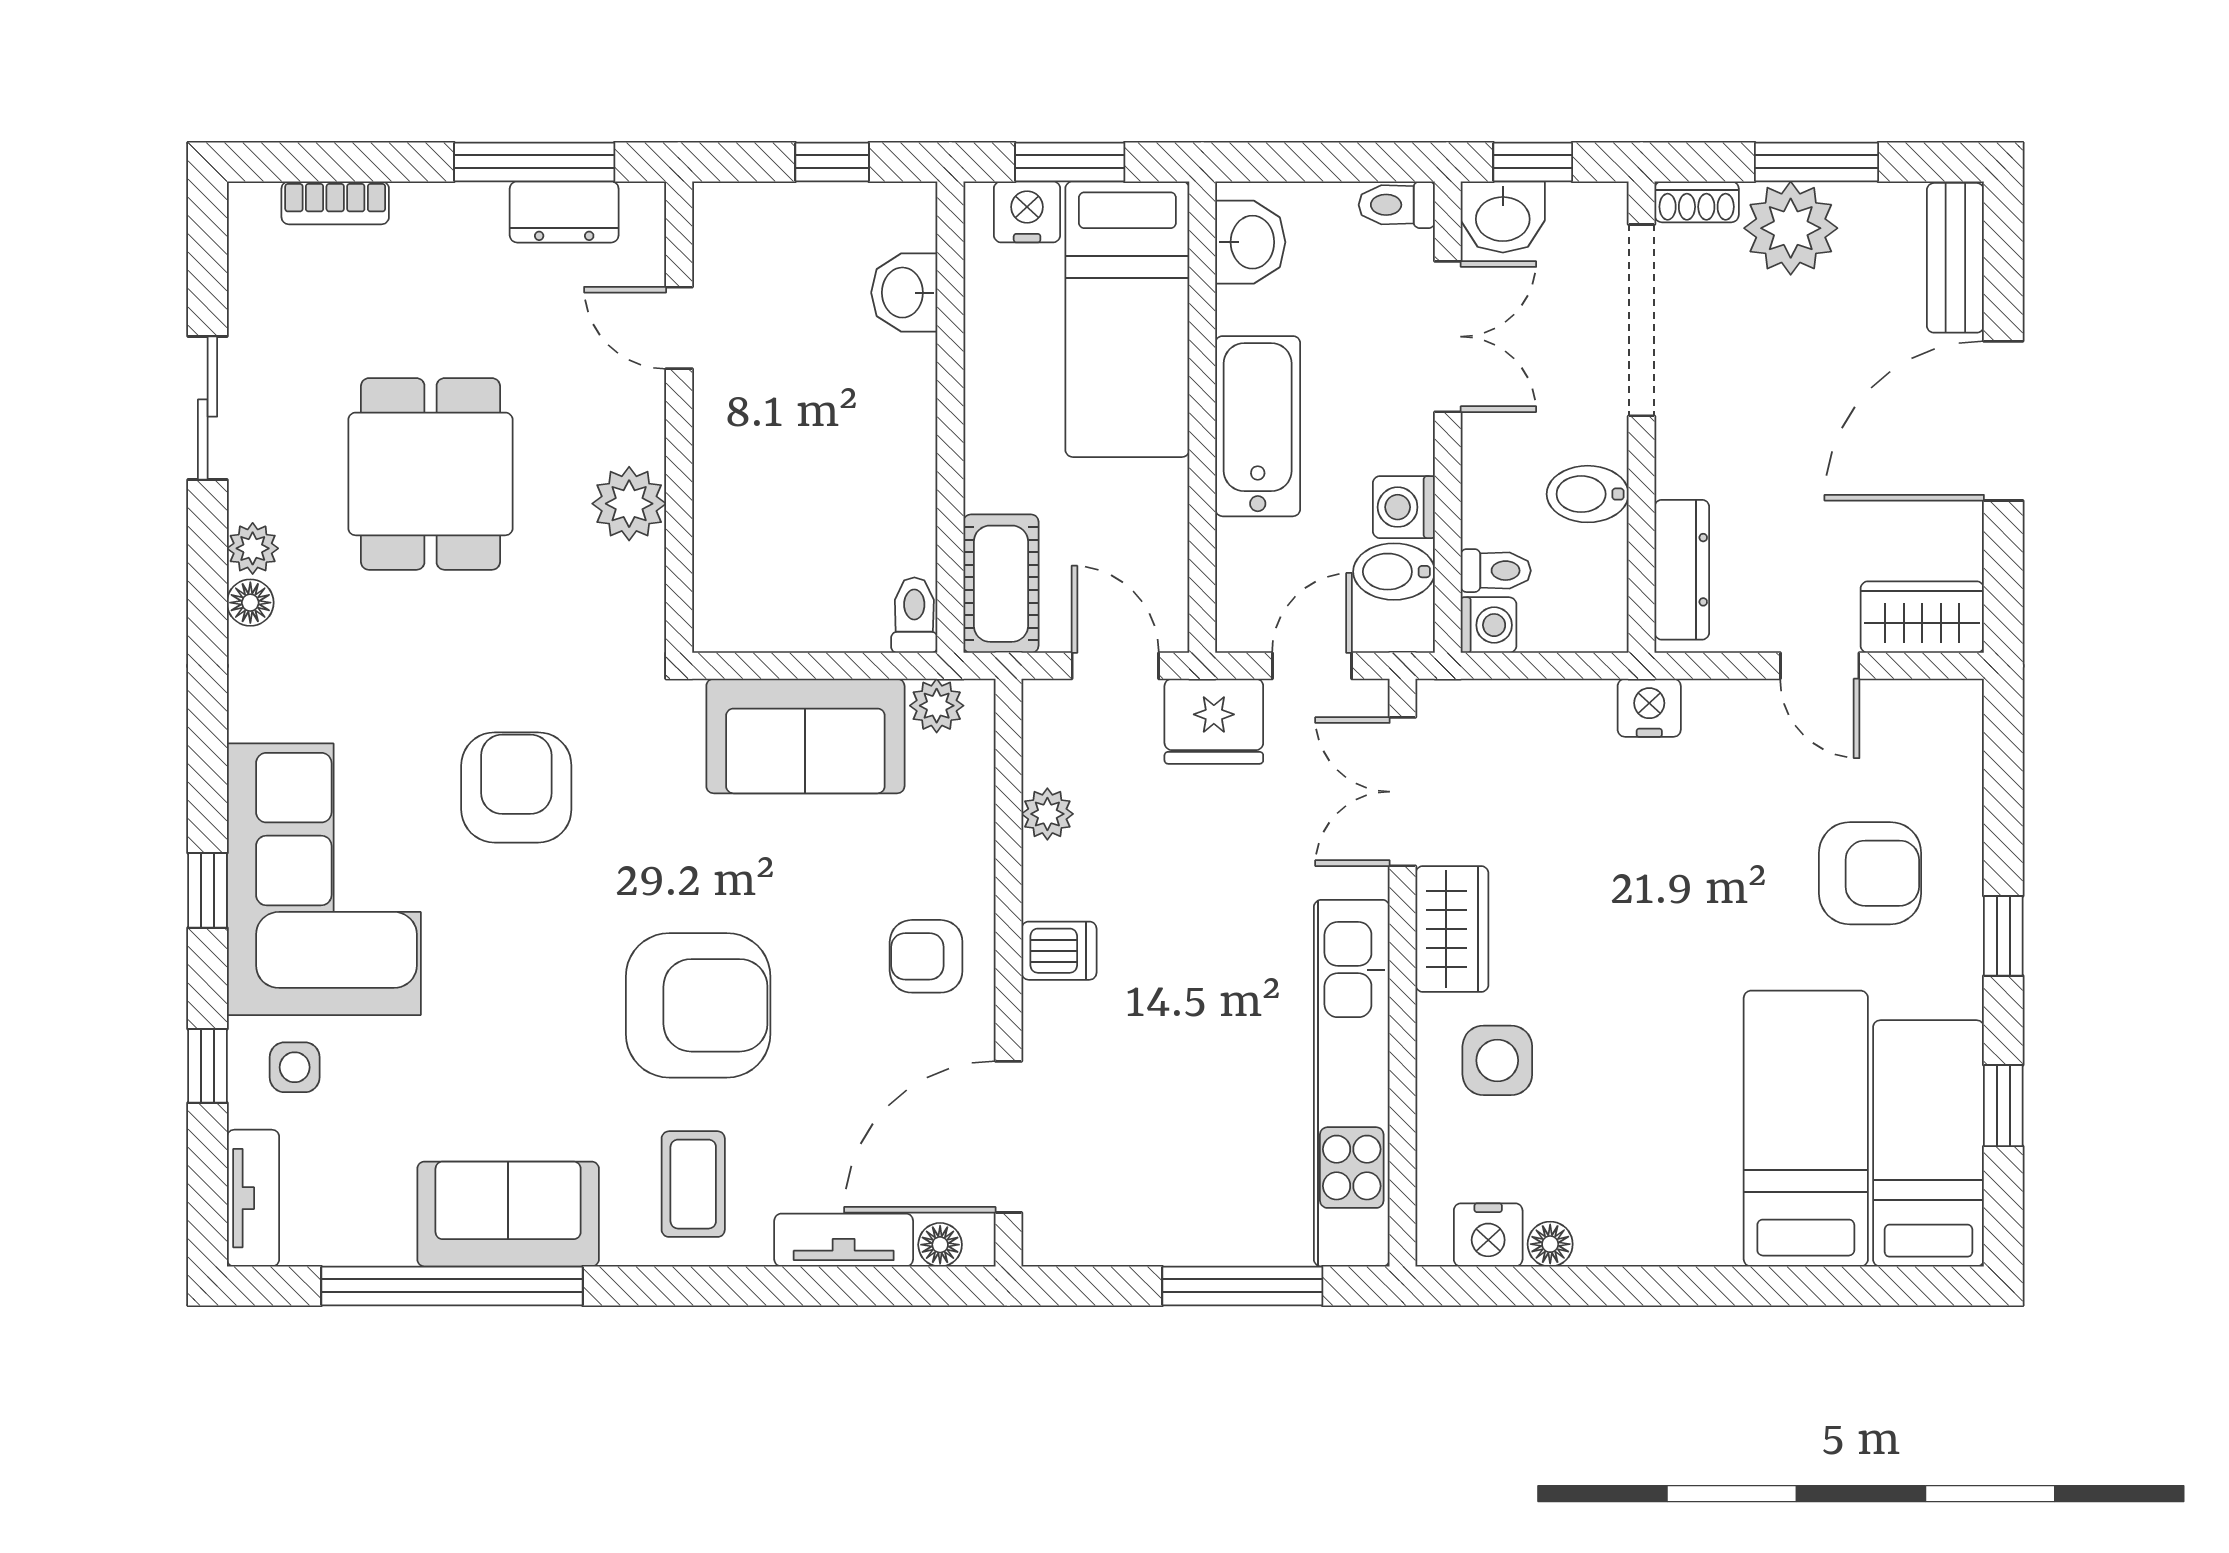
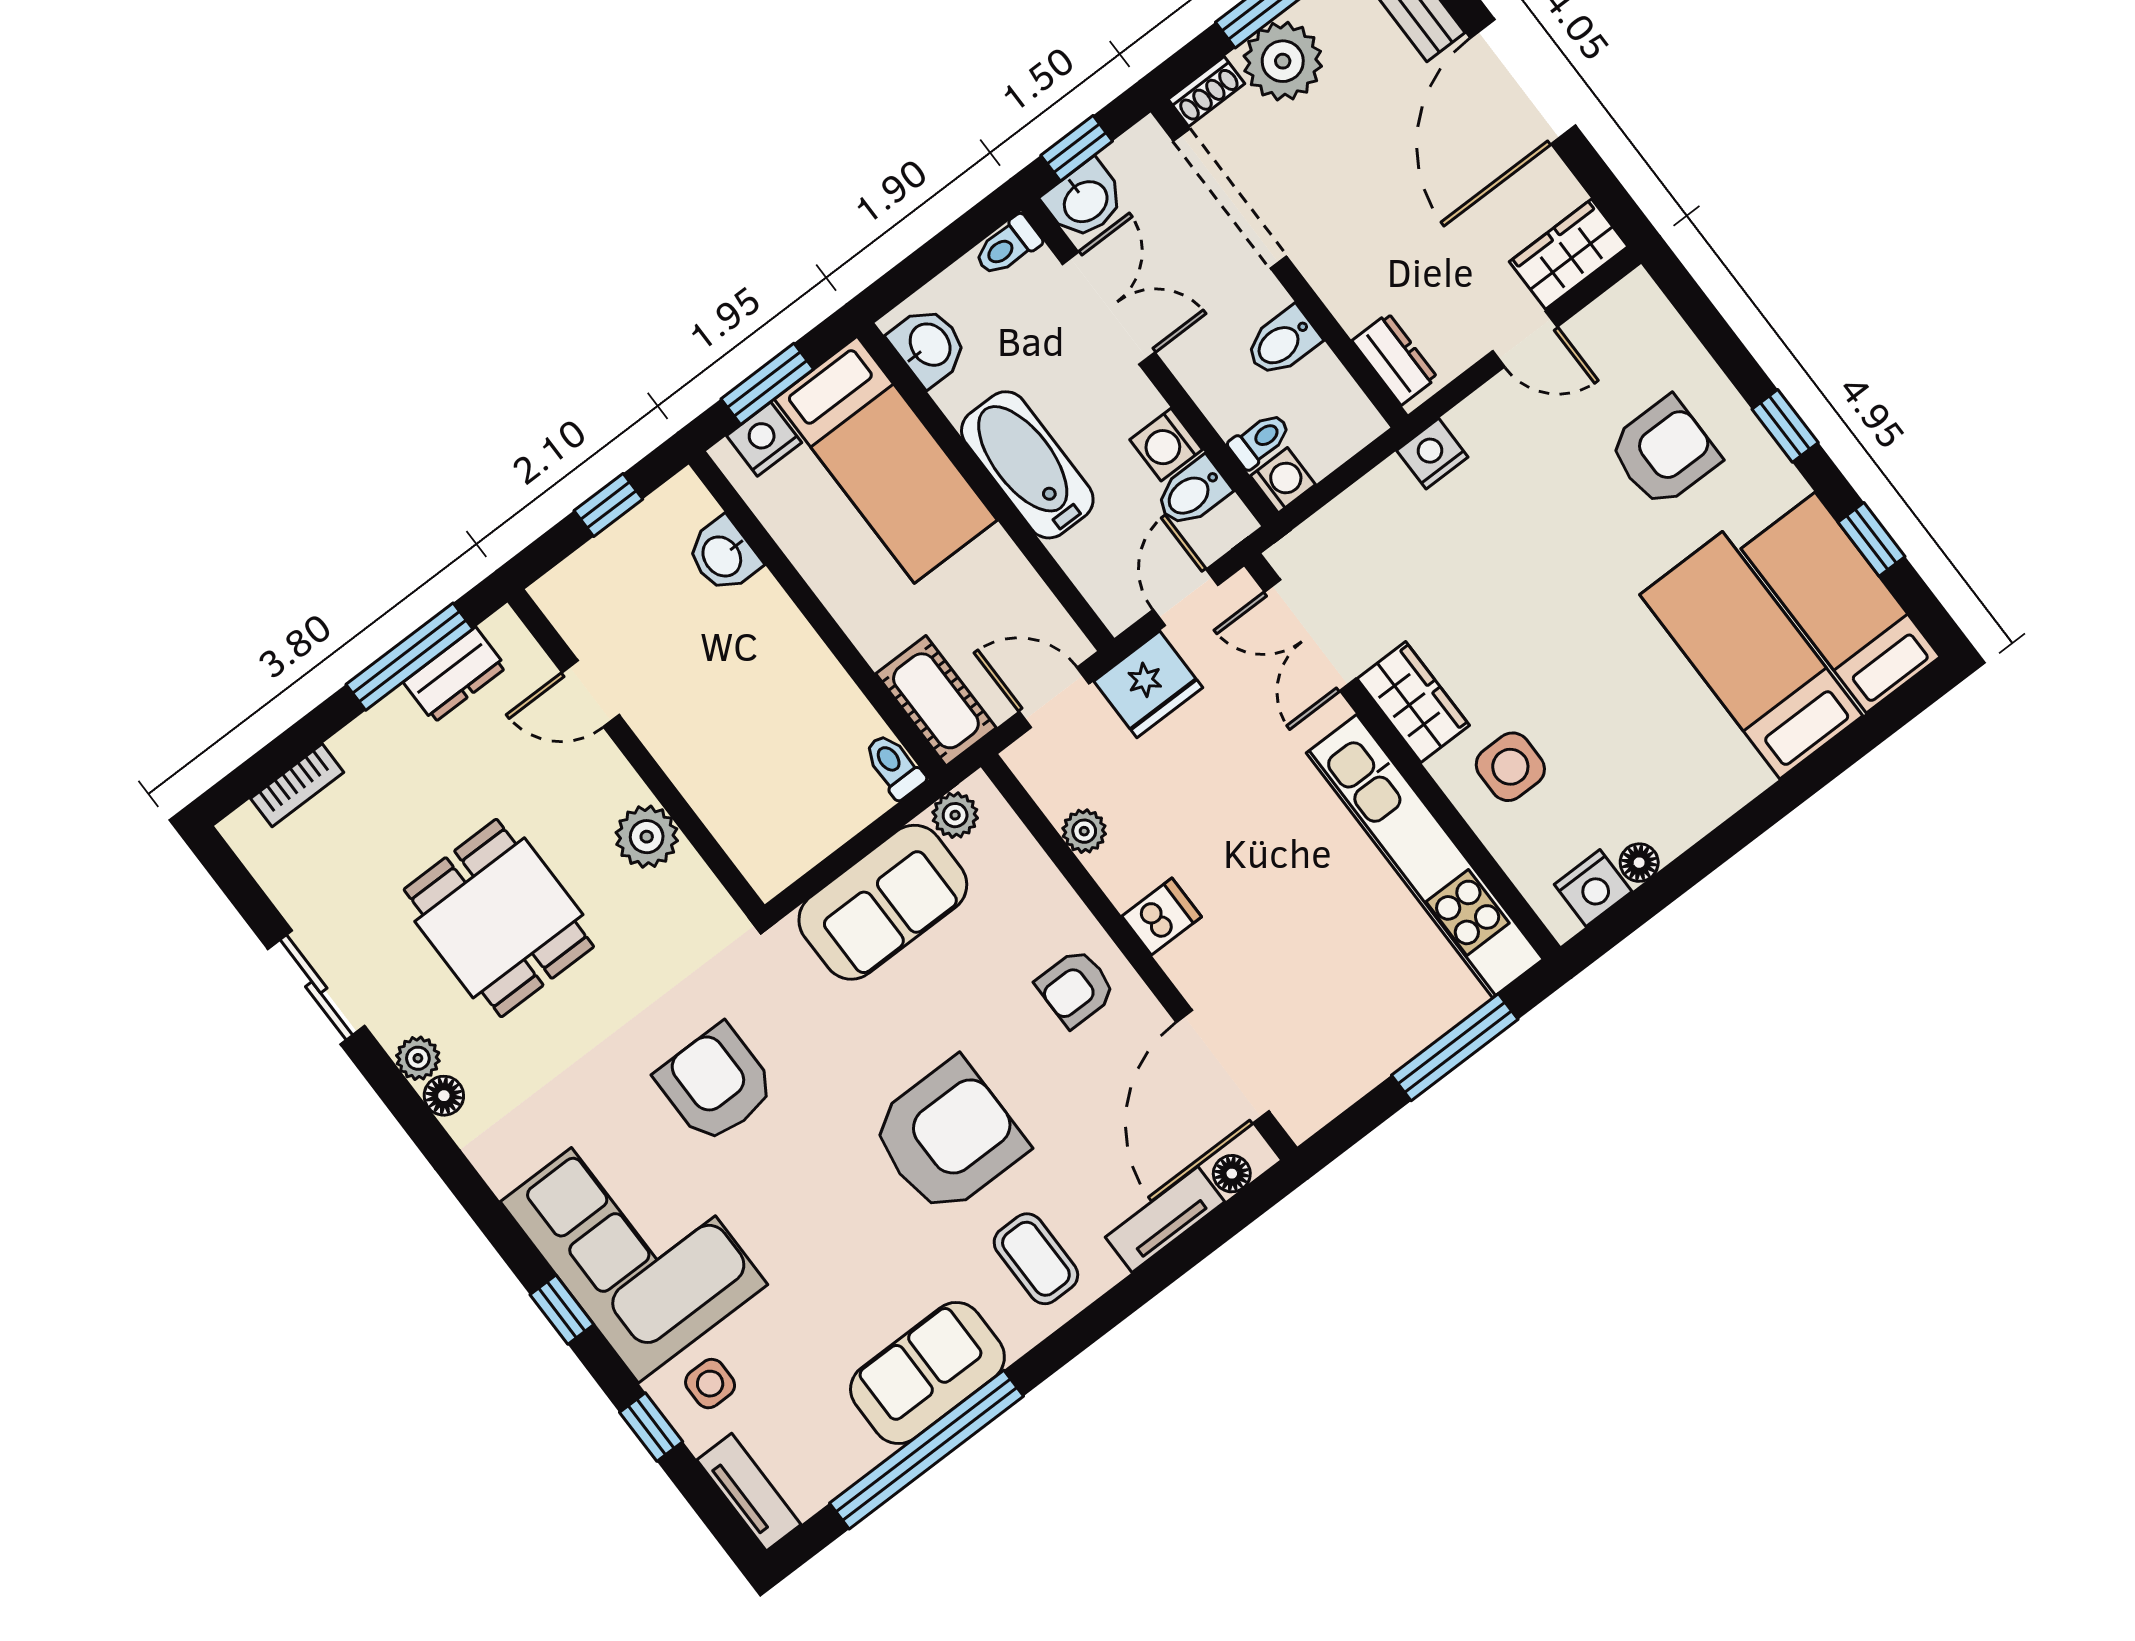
dresser: (1682, 570) -> (1395, 359), width x0.70

